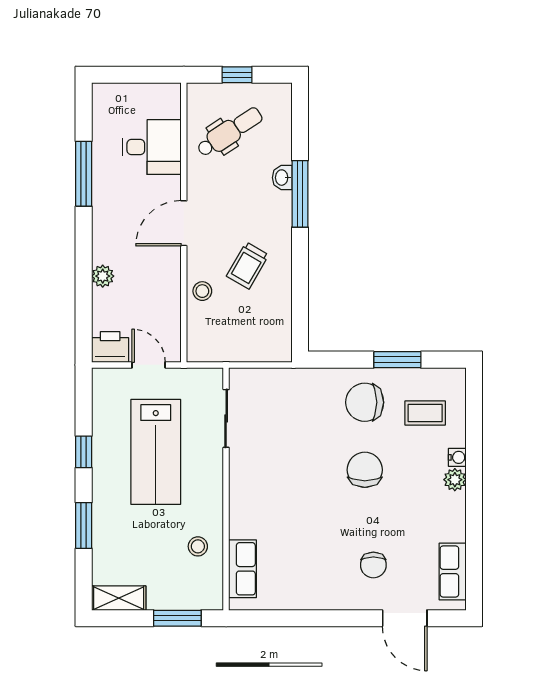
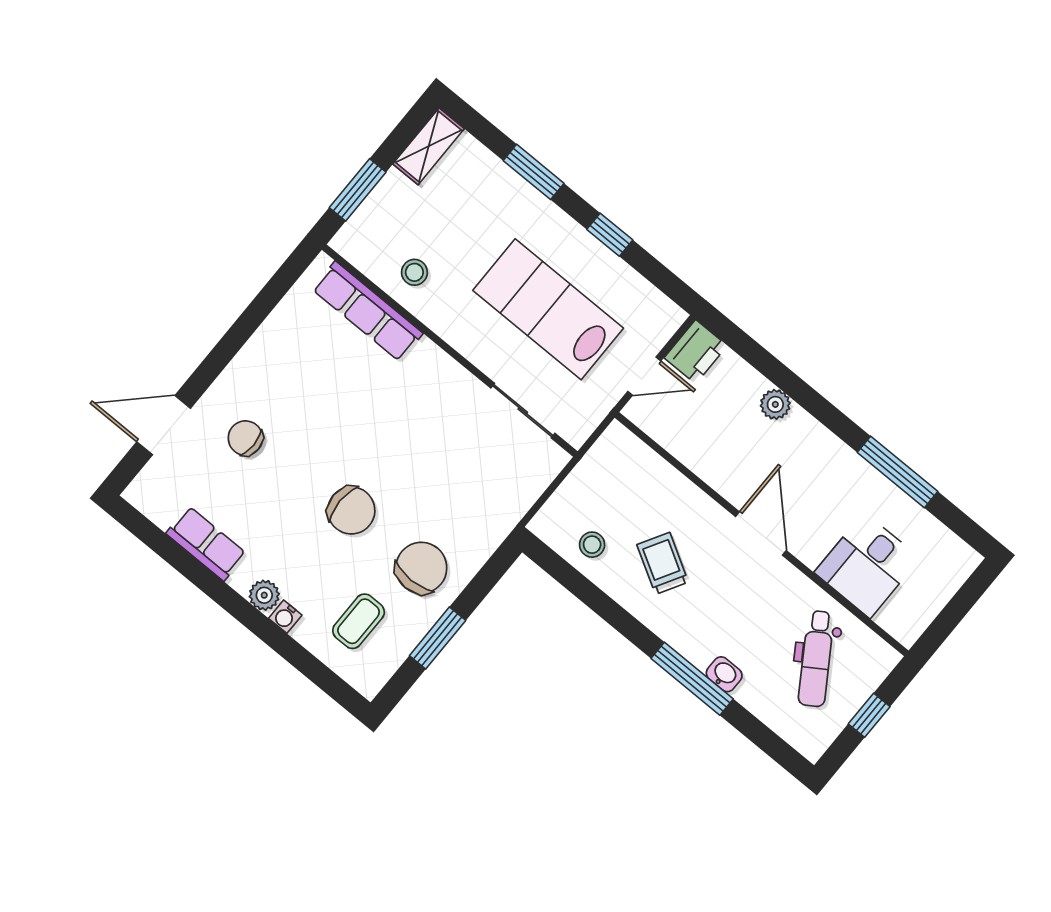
stool: (202, 291) -> (592, 545), moved
row of seats: (243, 569) -> (367, 311), width x1.48
row of seats: (453, 571) -> (206, 543), moved

